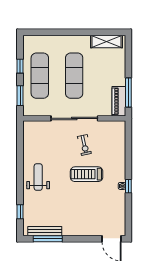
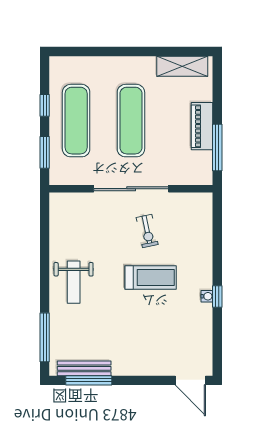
piano: (119, 101) -> (202, 126), moved
treadmill: (87, 174) -> (151, 278), turned 180
weight bench: (38, 177) -> (74, 282), turned 180
window: (20, 212) -> (45, 337), width x2.17

